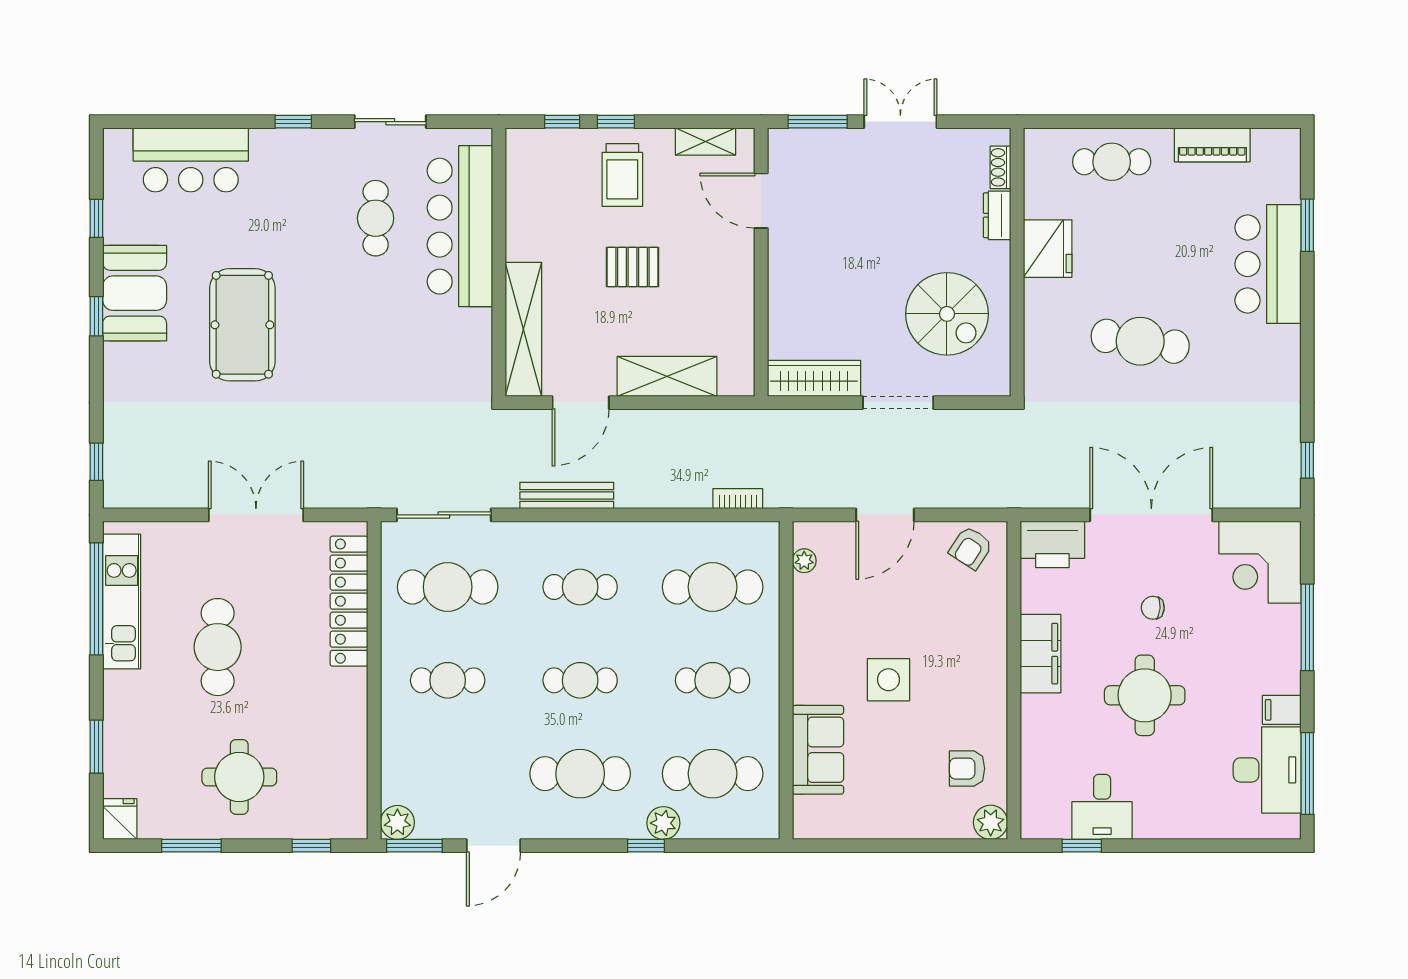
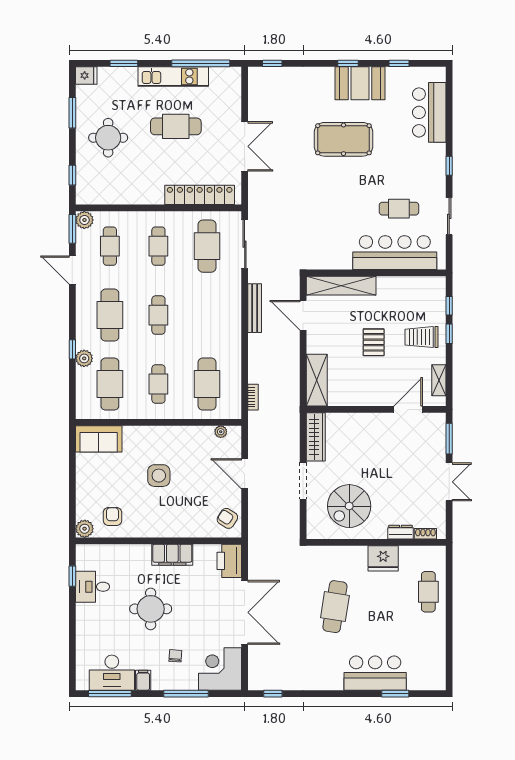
piano: (1212, 145) -> (437, 644), removed
shelving: (667, 376) -> (317, 380), moved
cafe table: (580, 587) -> (110, 246), moved
kitchen unit: (122, 601) -> (173, 76), moved
chair: (1153, 608) -> (175, 656), moved
sofa: (818, 750) -> (99, 439), moved

